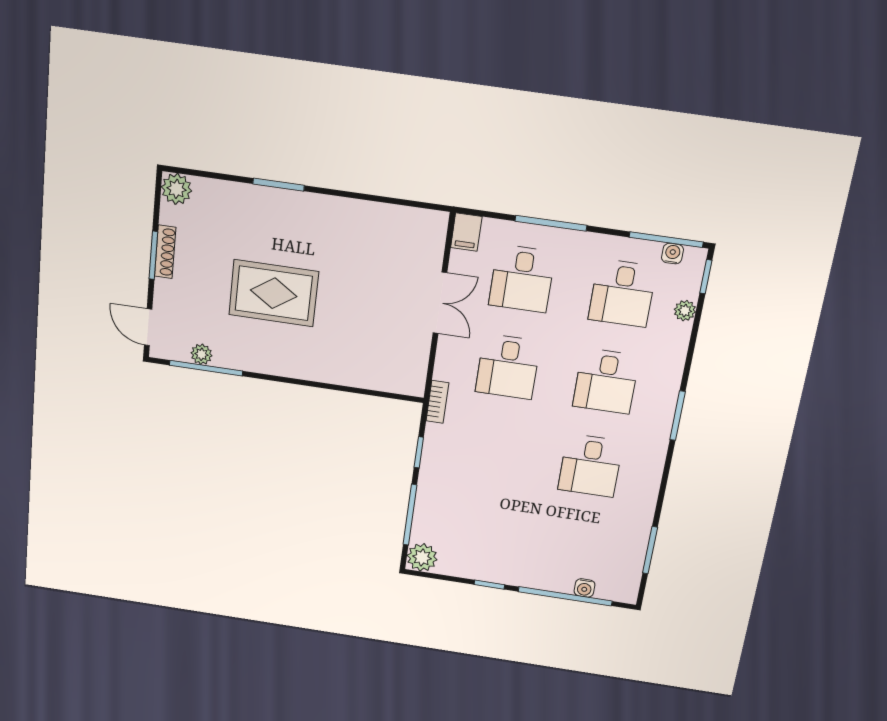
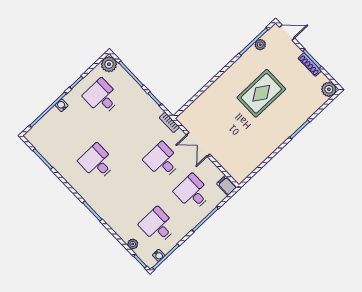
double door: (440, 303) -> (198, 144), moved
desk: (606, 381) -> (102, 97), moved
water cooler: (584, 588) -> (62, 105), moved

